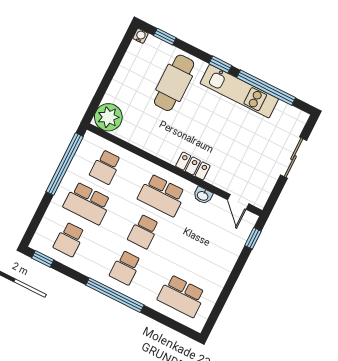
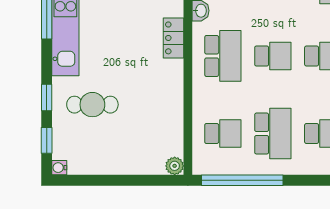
window: (220, 65) -> (47, 97), moved
cafe table: (174, 83) -> (92, 105), width x0.73, depth x0.74
plant: (108, 117) -> (175, 166), width x0.53, depth x0.53

